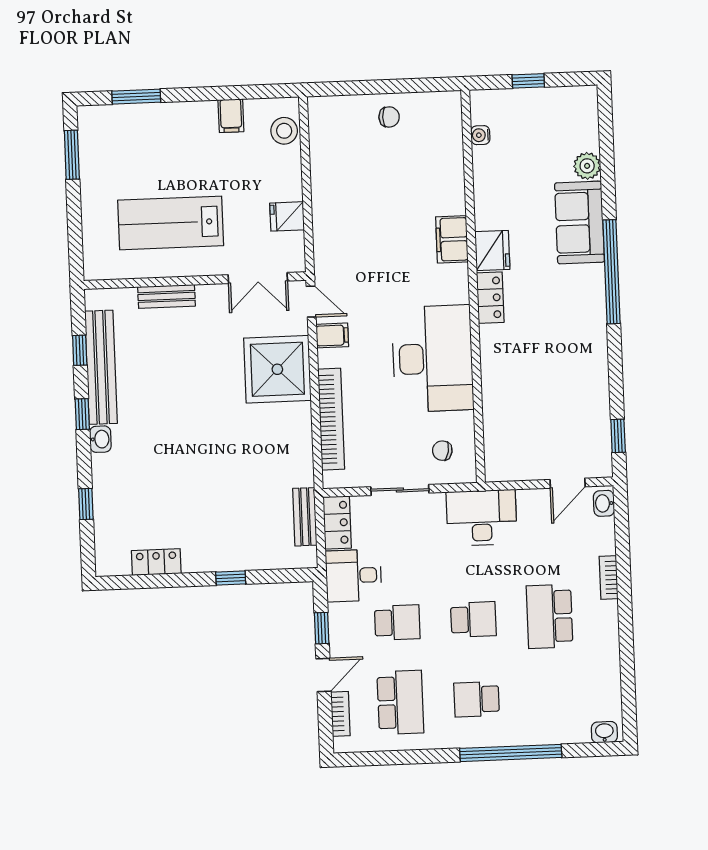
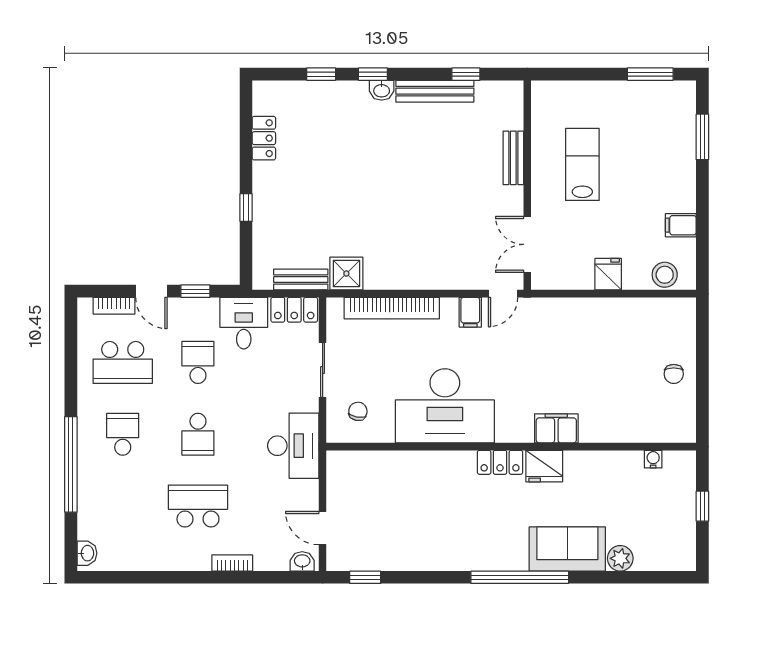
fridge: (287, 216) -> (608, 274), moved
lab bench: (171, 223) -> (582, 164), width x0.73, depth x0.72
bench: (101, 367) -> (435, 91), width x0.73, depth x0.82
shower: (277, 369) -> (346, 274), moved, width x0.54, depth x0.54
window: (82, 414) -> (373, 74), moved
school desk: (397, 622) -> (198, 362), turned 180

